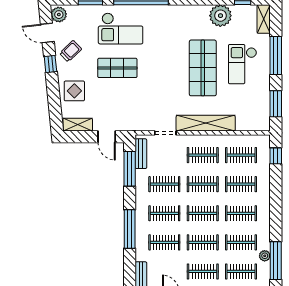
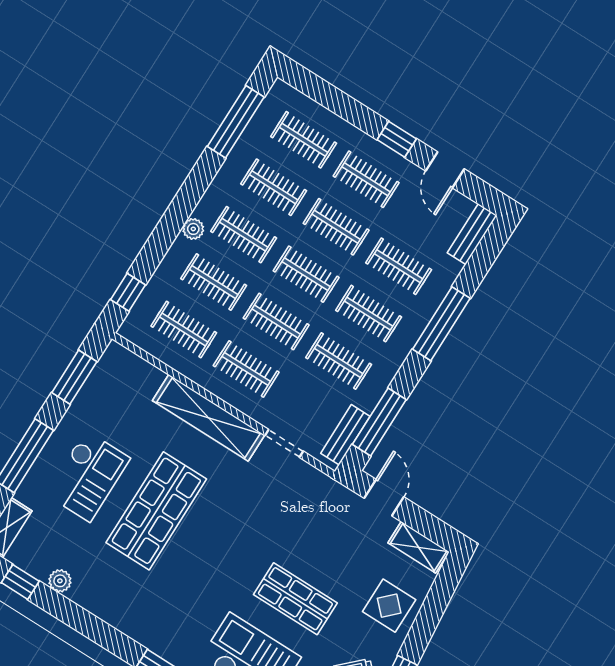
plant: (220, 16) -> (60, 581), width x0.53, depth x0.53
plant: (265, 256) -> (193, 229), moved

